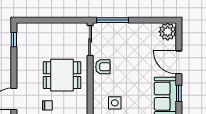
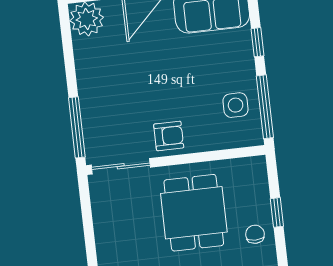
armchair: (103, 67) -> (169, 136), turned 90

